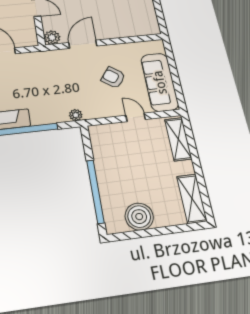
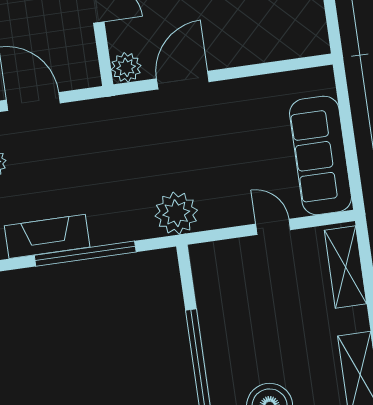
armchair: (113, 77) -> (237, 148), removed
plant: (76, 115) -> (176, 213), width x1.88, depth x1.88

